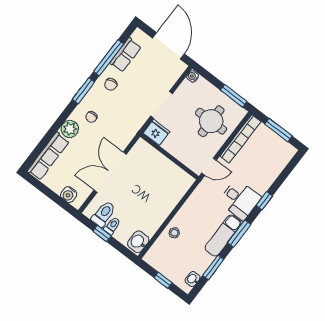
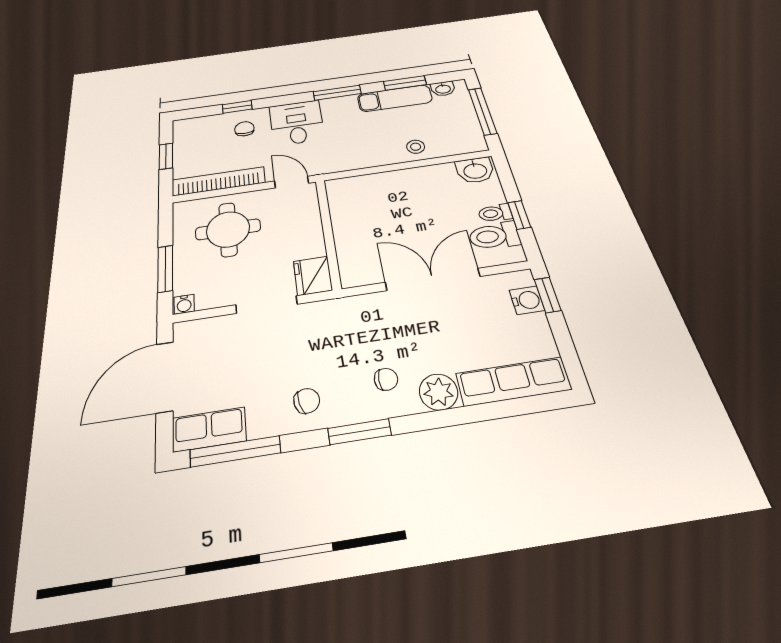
row of seats: (125, 55) -> (209, 429), moved
window: (109, 58) -> (235, 451), moved
window: (234, 96) -> (165, 269), moved
window: (278, 130) -> (166, 156), width x0.67
double door: (110, 172) -> (433, 279), swing flipped
chair: (260, 175) -> (244, 129), added
window: (264, 201) -> (237, 107), moved
window: (63, 204) -> (548, 295), added
exam couch: (223, 236) -> (395, 98), moved
window: (163, 280) -> (482, 111), width x2.17

